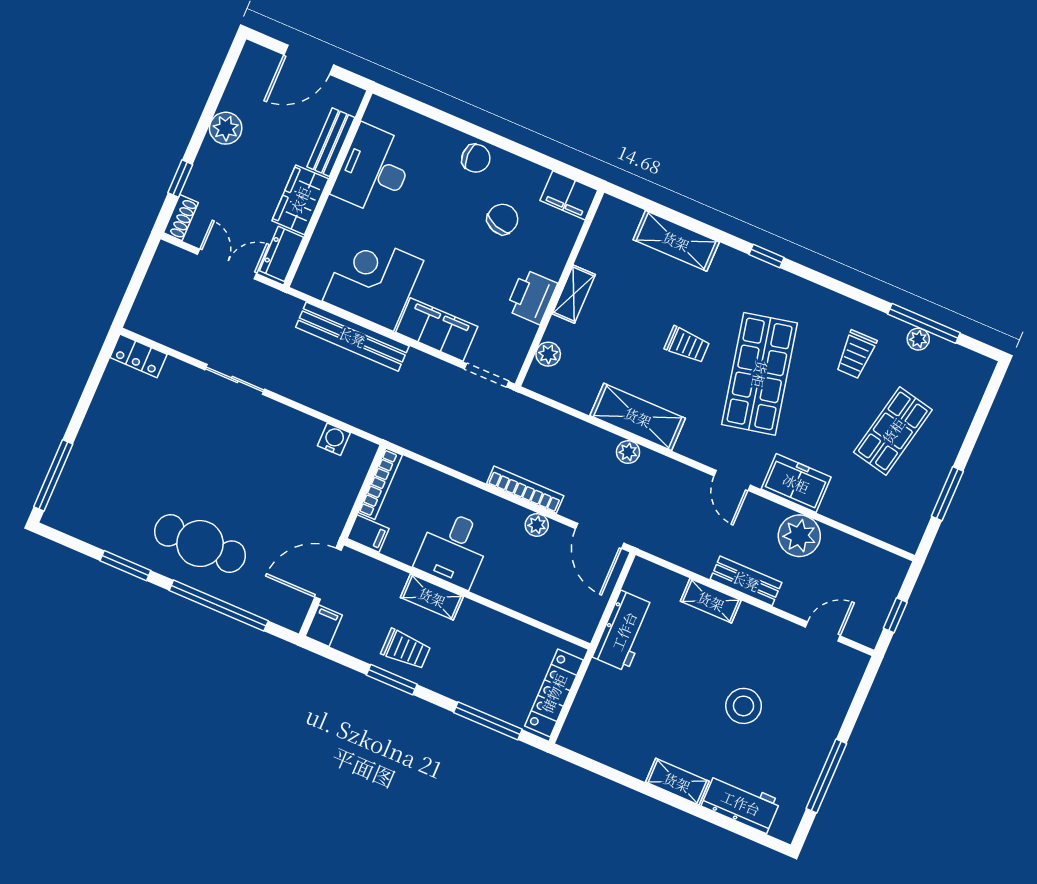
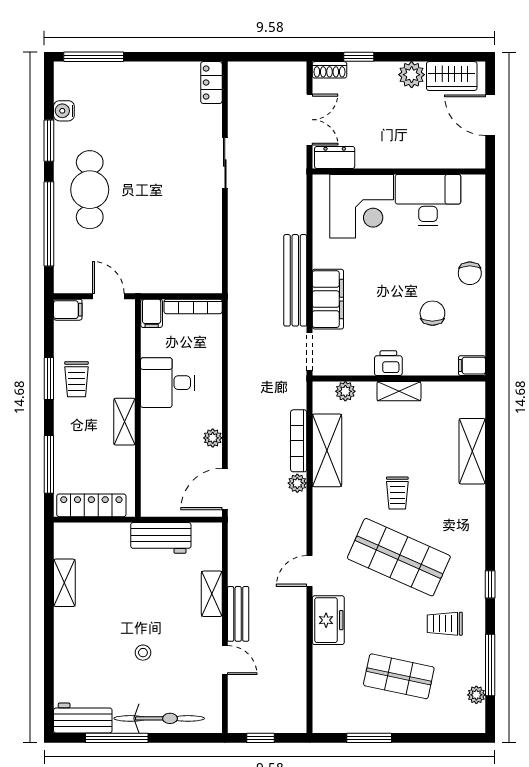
bench: (331, 142) -> (435, 159), removed
filing cabinet: (569, 195) -> (472, 366), width x0.50
wardrobe: (300, 200) -> (452, 76), moved, turned 180
chair: (503, 219) -> (432, 313), turned -109
window: (767, 256) -> (490, 584), moved
corner desk: (373, 281) -> (362, 206), moved, turned 90
printer: (532, 297) -> (388, 363), width x0.73, depth x0.81
bench: (352, 337) -> (295, 280), moved
plant: (918, 339) -> (476, 695), moved
shop shelf: (760, 374) -> (399, 557), turned 36
shelving: (638, 417) -> (327, 450), moved
water cooler: (334, 439) -> (64, 111), moved, turned 180
bookcase: (525, 490) -> (299, 441), moved, turned 180
plant: (799, 536) -> (289, 640), removed
door: (328, 574) -> (108, 296), width x0.73
shelving: (432, 597) -> (124, 422), moved
door: (823, 631) -> (225, 660), moved
stool: (744, 706) -> (143, 653), width x0.53, depth x0.53
bicycle: (825, 719) -> (159, 718), added
shelving: (677, 782) -> (64, 583), moved
workbench: (741, 803) -> (83, 718), moved, turned -90

